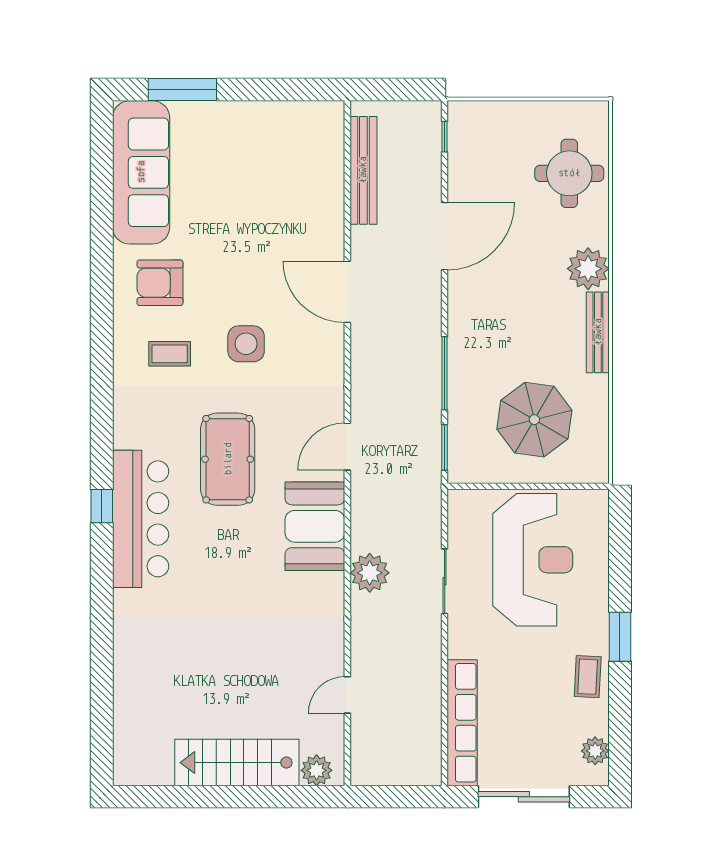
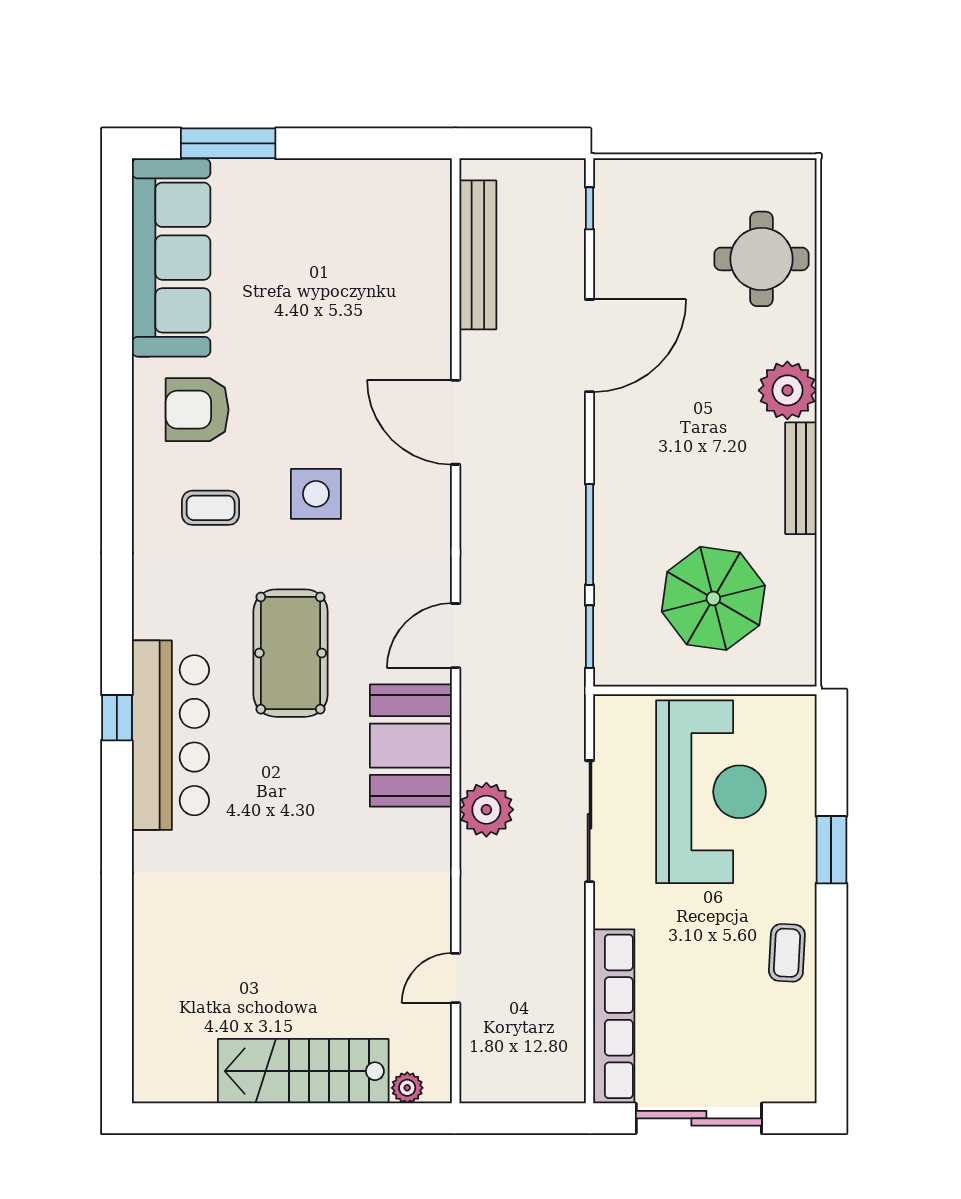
sliding door: (445, 581) -> (590, 821), width x1.37
window: (620, 637) -> (831, 850), moved
plant: (595, 751) -> (797, 1055), removed
plant: (317, 770) -> (407, 1088), width x0.73, depth x0.73

